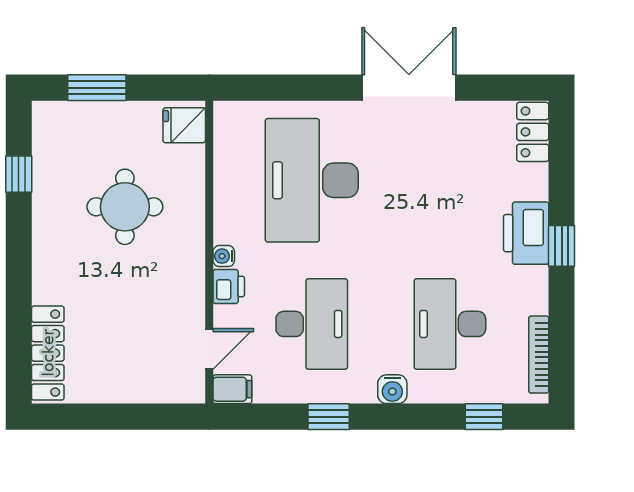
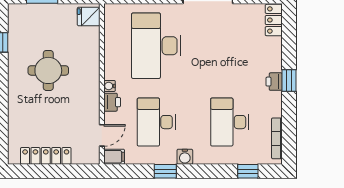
round table: (125, 207) -> (48, 70), moved
printer: (526, 233) -> (274, 82), width x0.53, depth x0.68
desk: (312, 324) -> (156, 122), turned 180
locker: (48, 353) -> (46, 156), moved, turned -90
water cooler: (392, 389) -> (185, 157), moved

